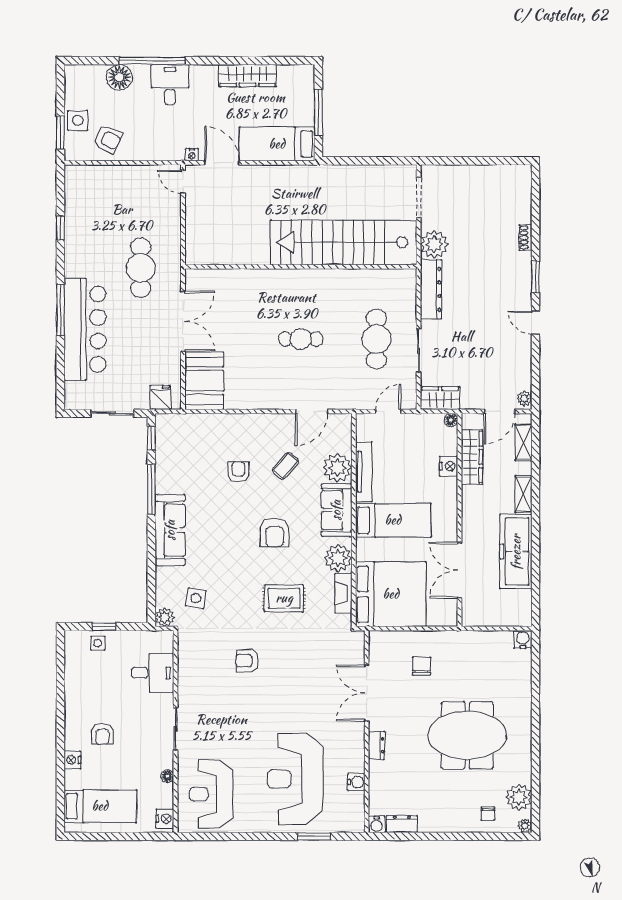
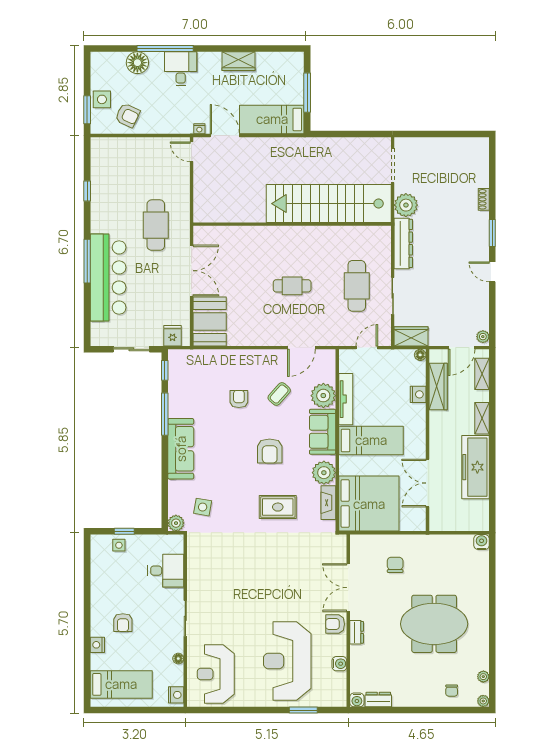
wardrobe: (248, 76) -> (239, 61), width x0.67
armchair: (247, 661) -> (335, 624), moved
plant: (519, 797) -> (483, 677), width x0.53, depth x0.53

